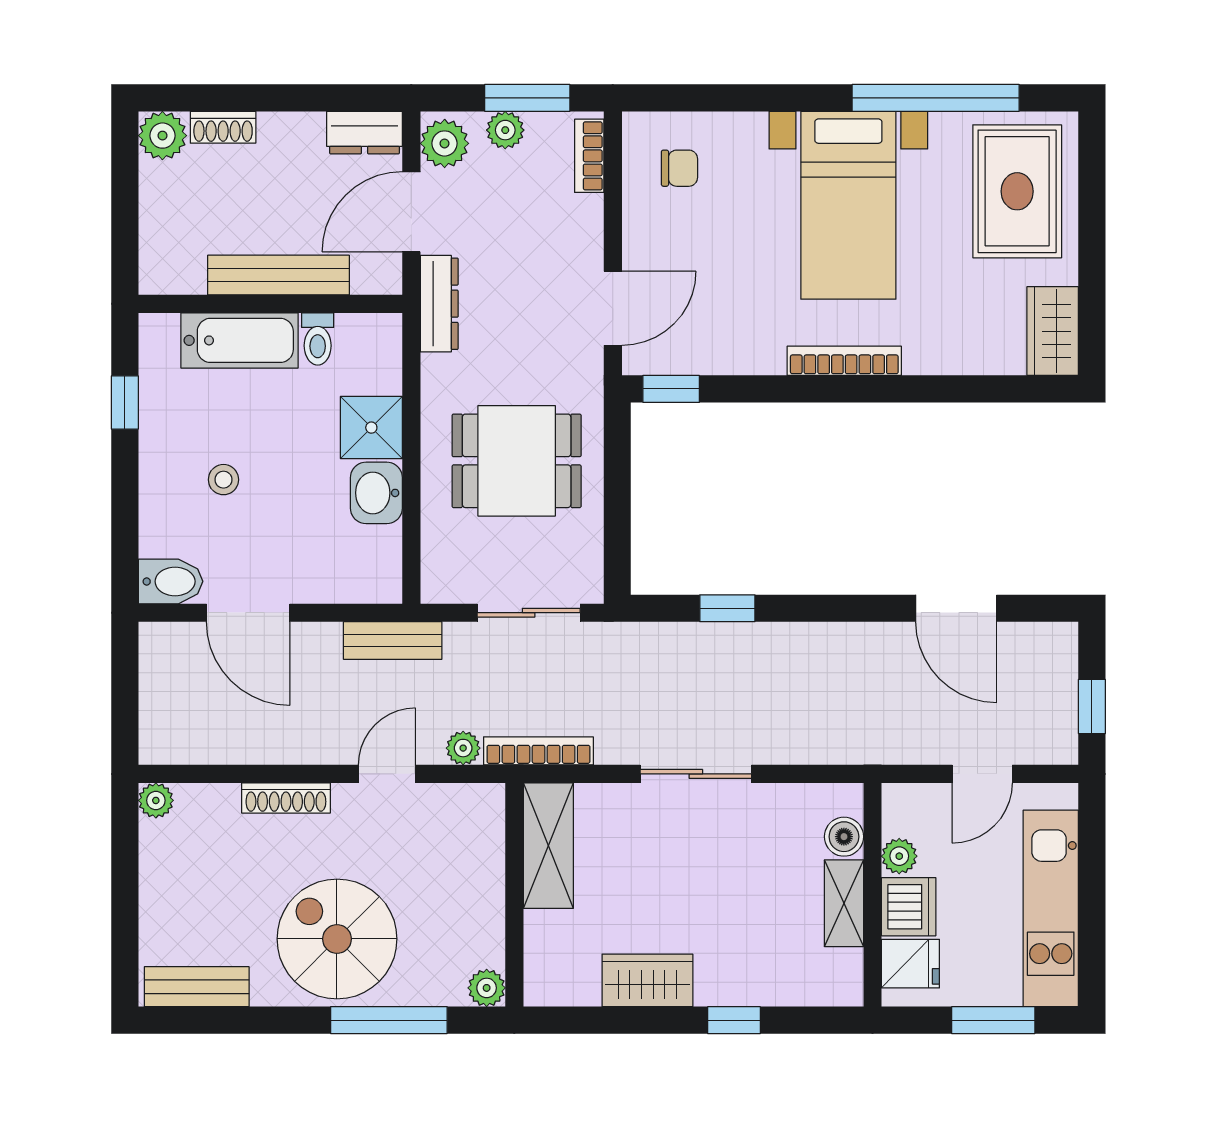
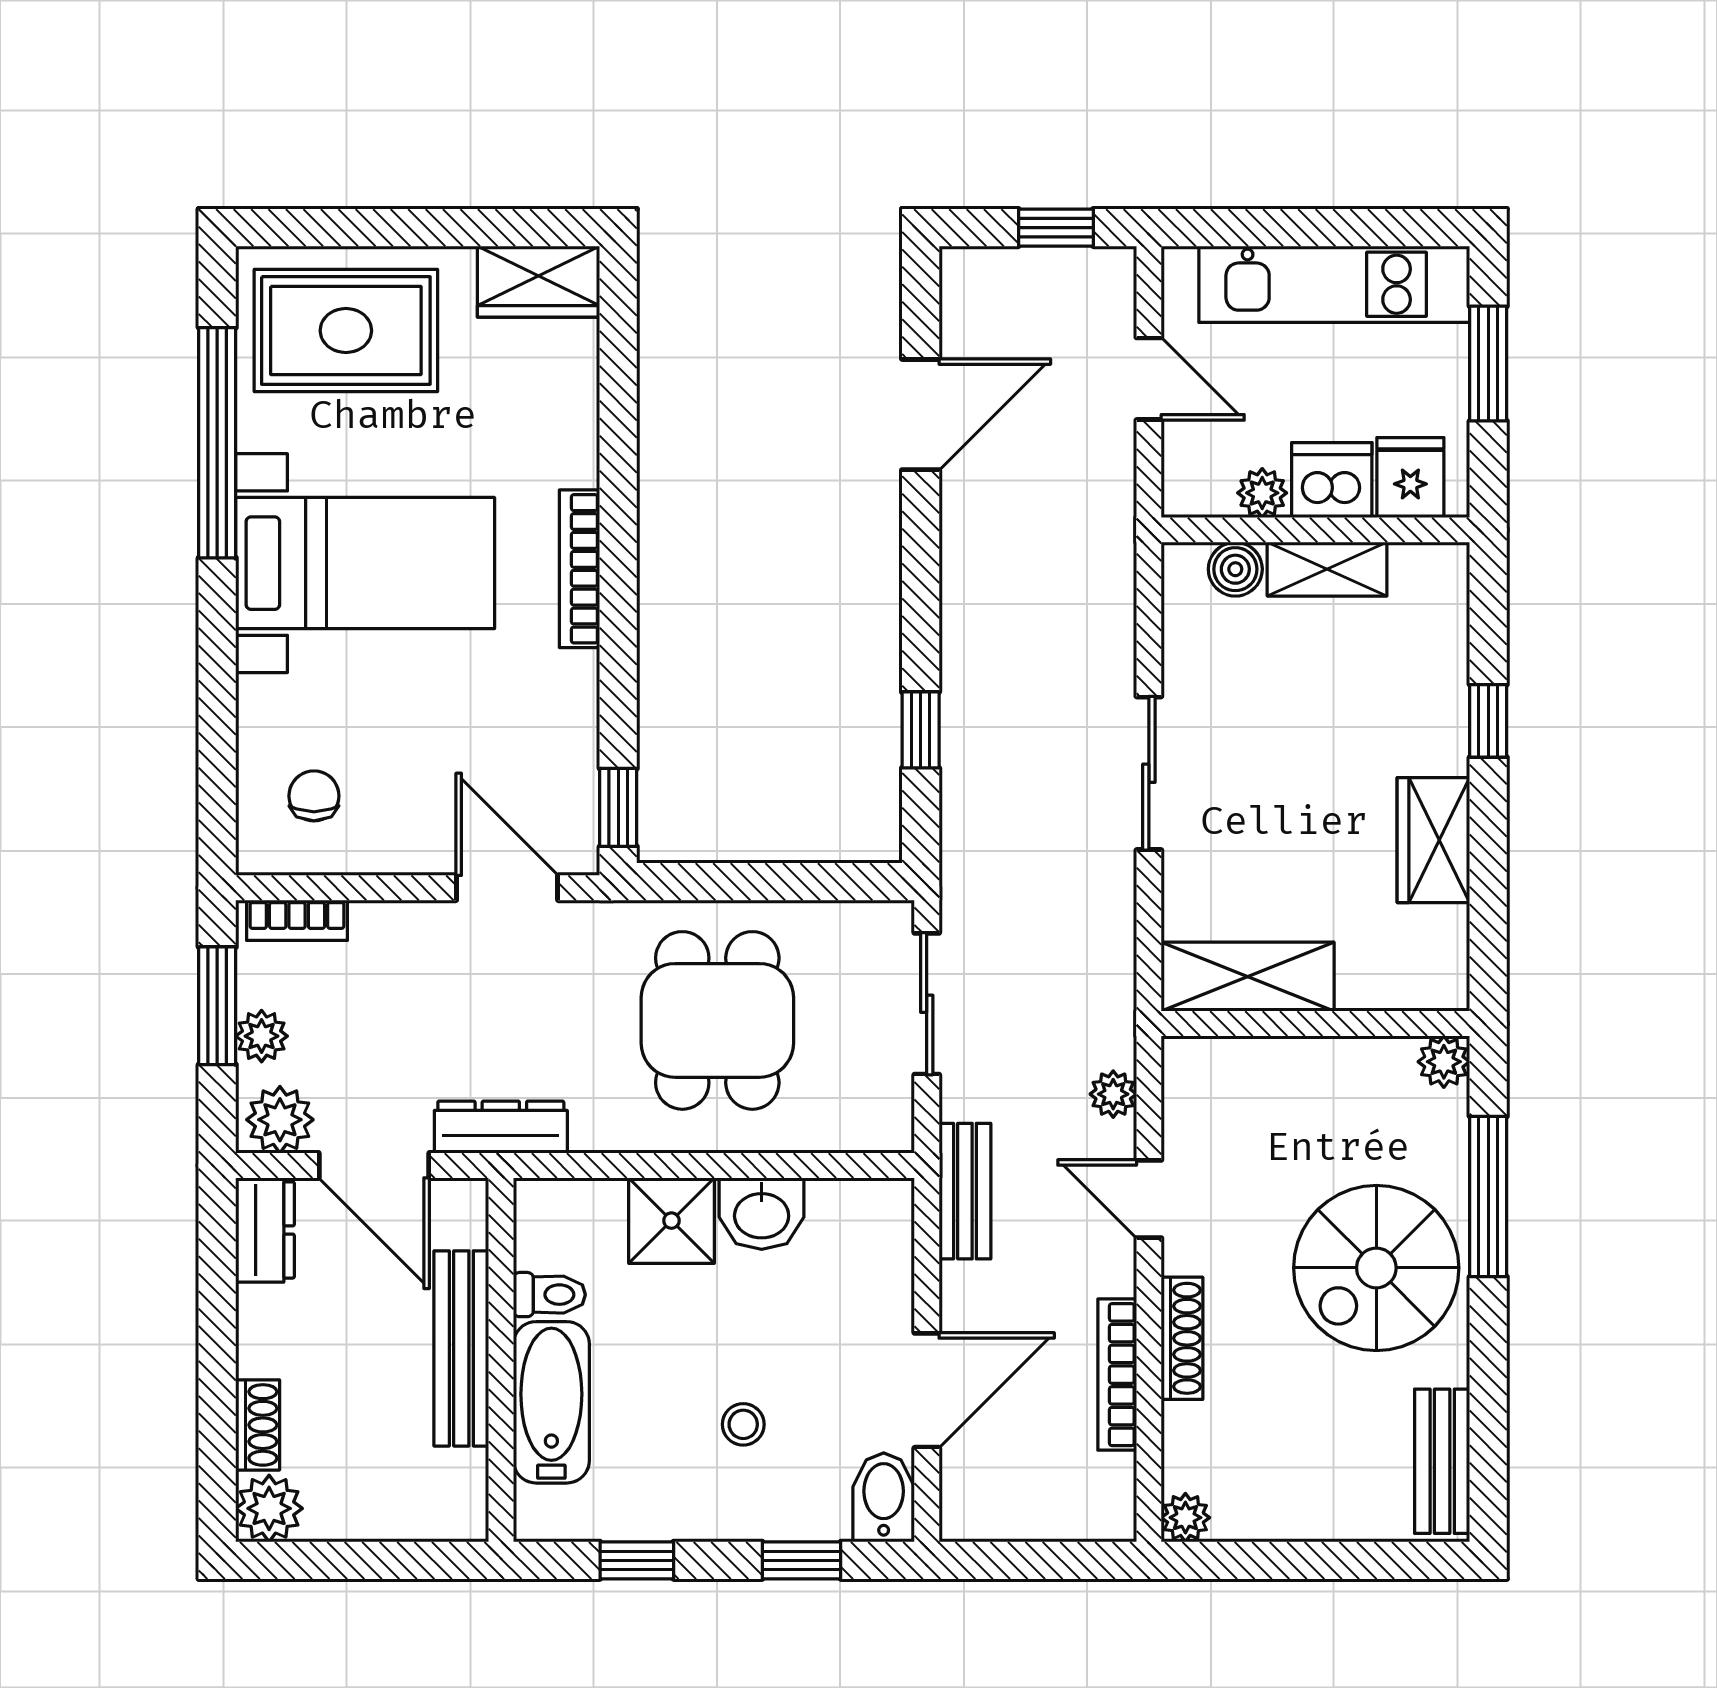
window: (125, 522) -> (801, 1560), added
bookcase: (538, 751) -> (1117, 1375), moved

